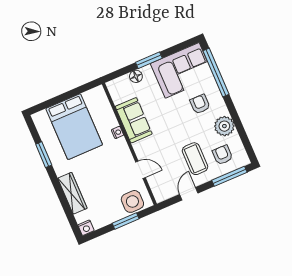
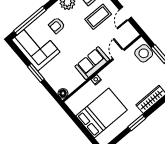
floor lamp: (136, 76) -> (63, 93), moved
sofa: (134, 120) -> (92, 63), moved
window: (44, 155) -> (137, 123), moved
door: (189, 194) -> (125, 13), hinge flipped

